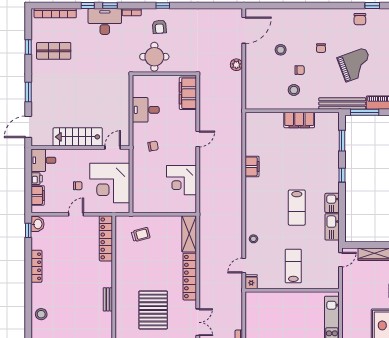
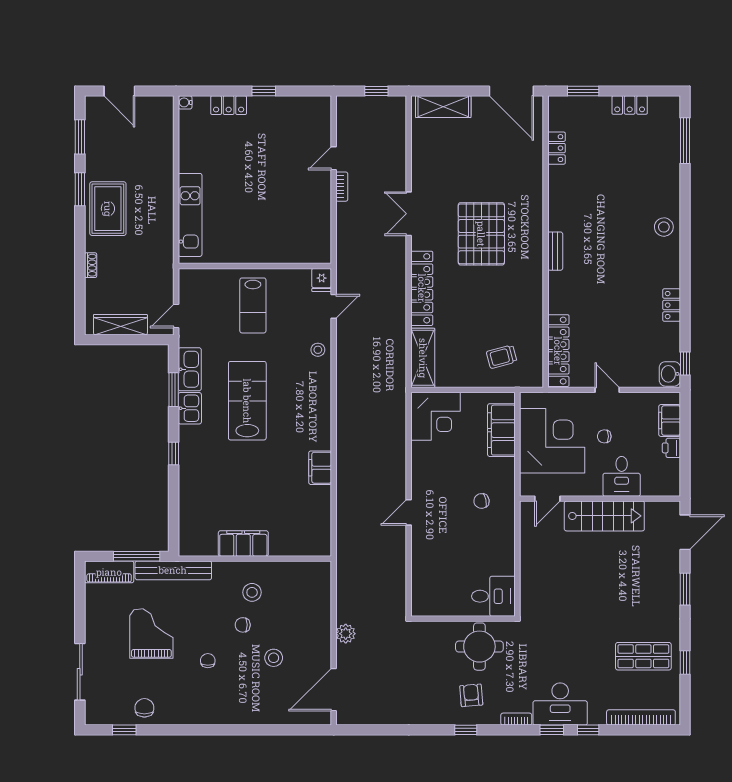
grand piano: (356, 65) -> (151, 633), turned 110
filing cabinet: (188, 93) -> (501, 430), moved, turned 180
desk: (146, 110) -> (493, 596), moved
window: (342, 141) -> (174, 390), moved
desk: (43, 160) -> (622, 476), moved, turned 90
corner desk: (182, 180) -> (436, 416), moved, turned 90
lab bench: (297, 208) -> (247, 401), width x1.36, depth x1.39
door: (76, 214) -> (607, 390), swing flipped
locker: (36, 266) -> (672, 305), width x0.66

